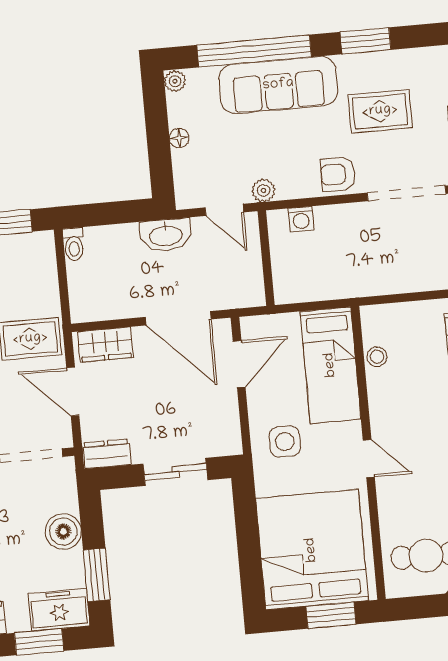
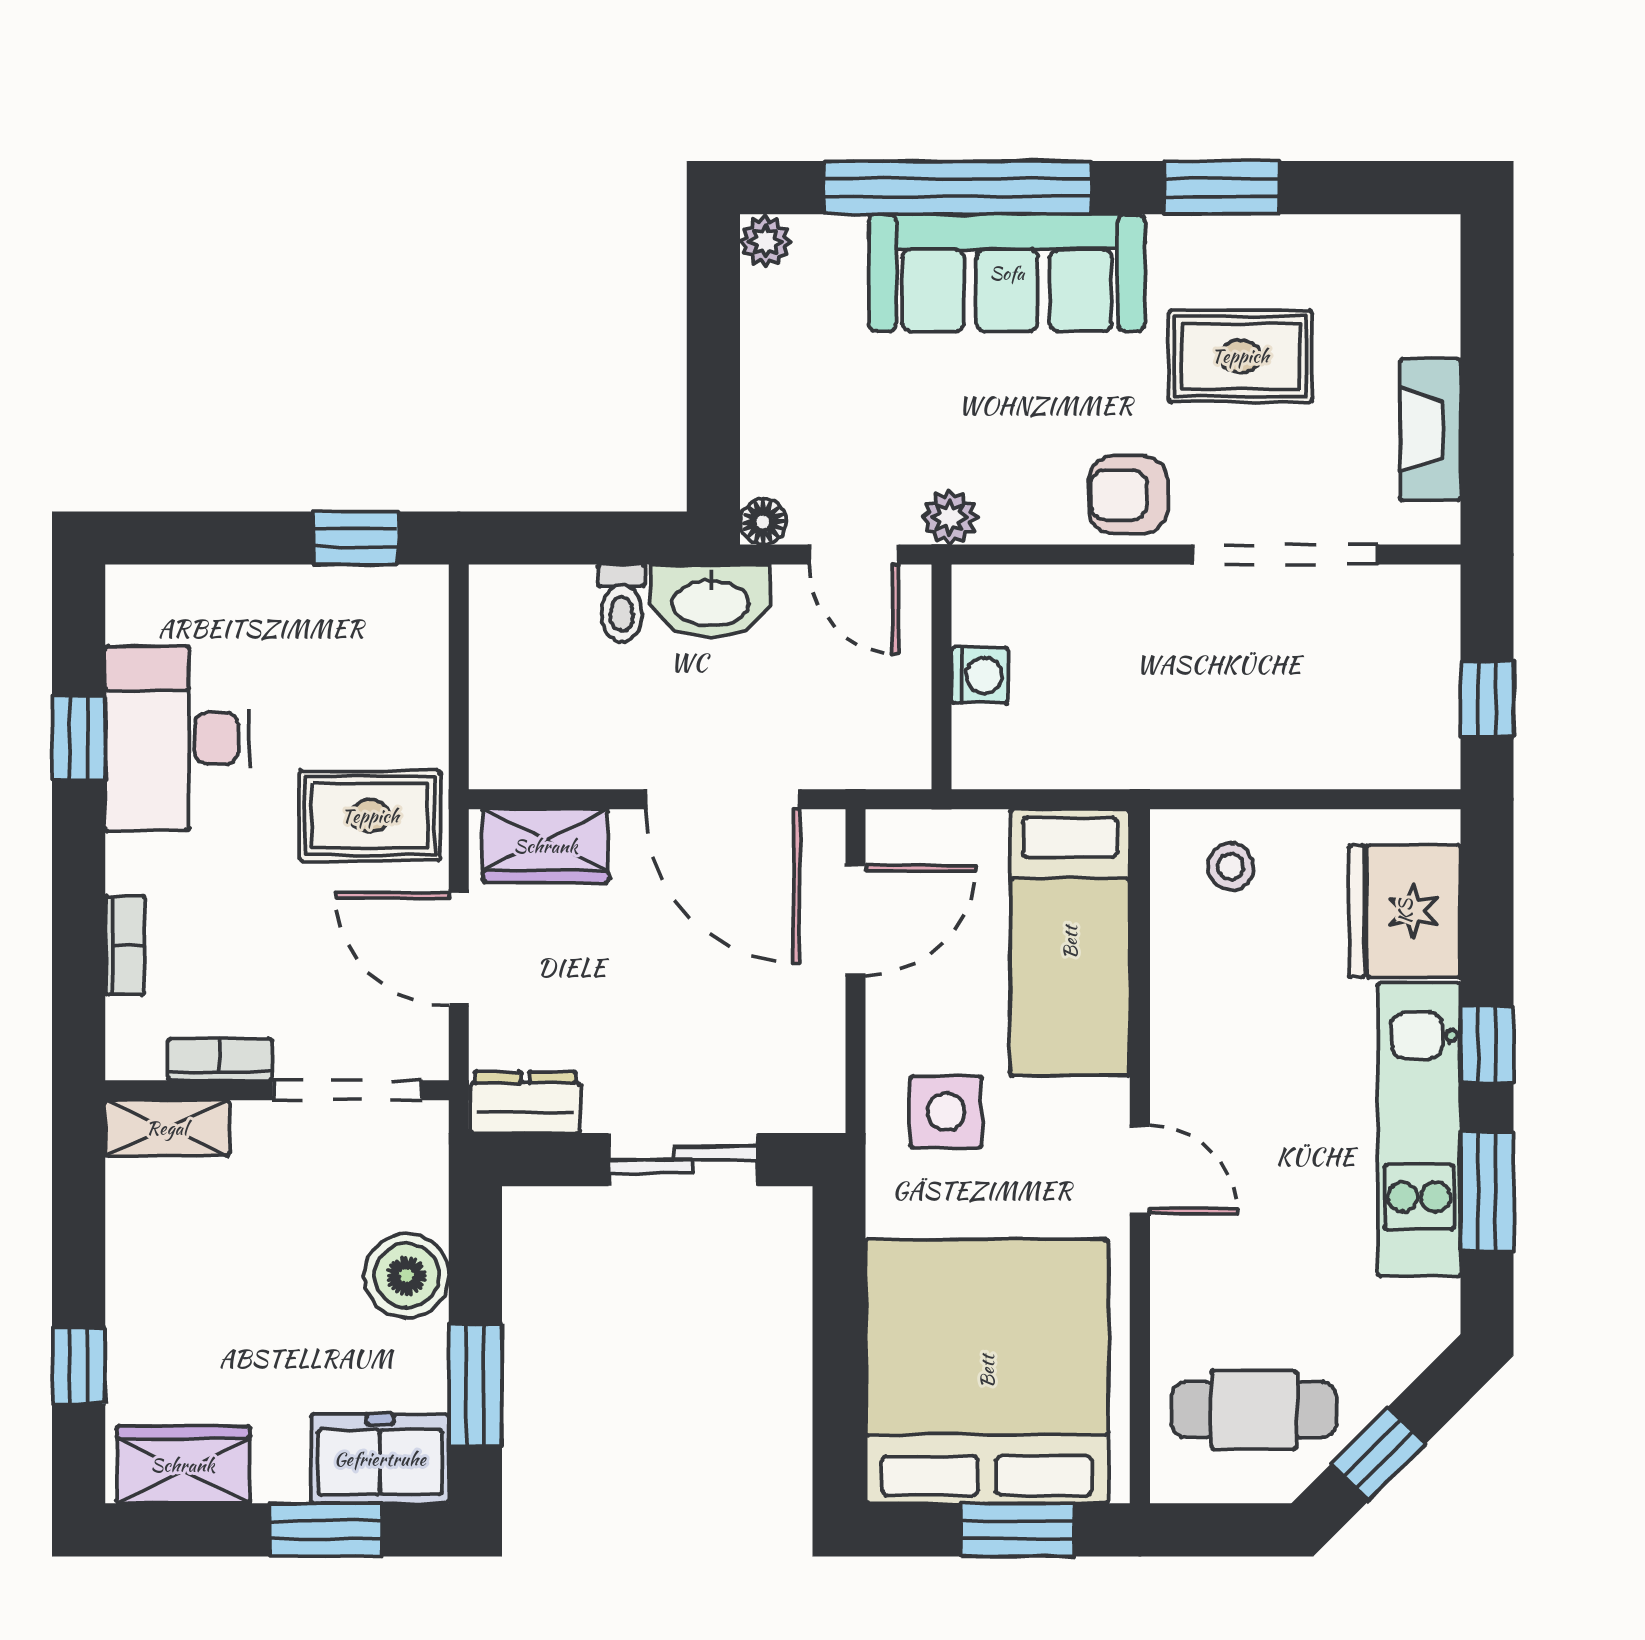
floor lamp: (179, 138) -> (763, 522), moved
washing machine: (301, 219) -> (980, 675), moved, turned -90
toilet: (74, 244) -> (622, 603), moved
stool: (377, 357) -> (1231, 867), moved

